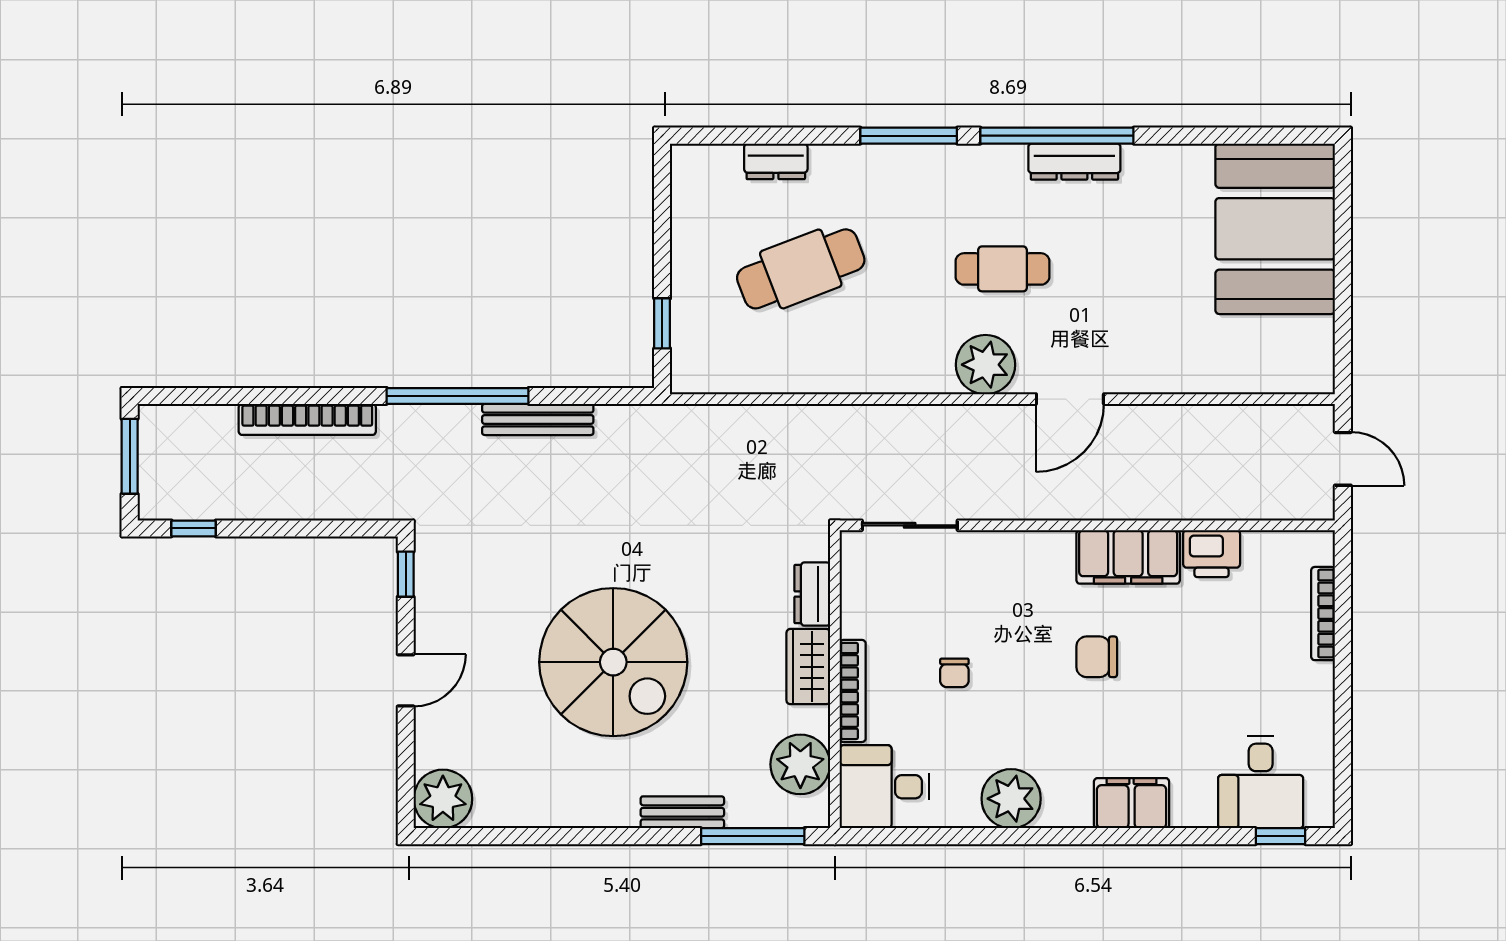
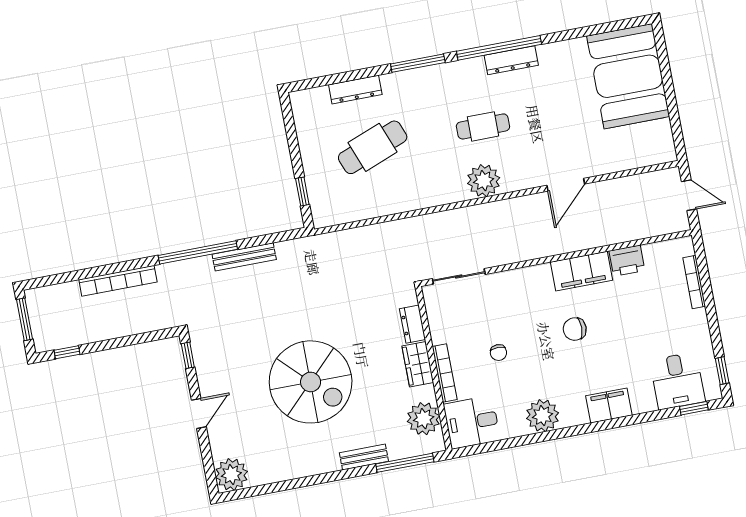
dresser: (776, 161) -> (355, 90), width x1.44
door: (1070, 399) -> (566, 185), moved
window: (1343, 779) -> (722, 371), added

